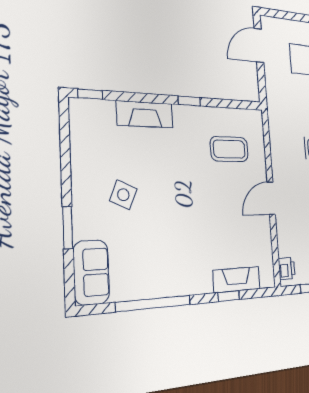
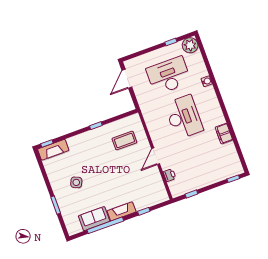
fireplace: (145, 114) -> (53, 150), moved
printer: (287, 269) -> (169, 175), moved
sofa: (91, 272) -> (94, 219), moved, turned -90
fireplace: (237, 280) -> (122, 211), moved

